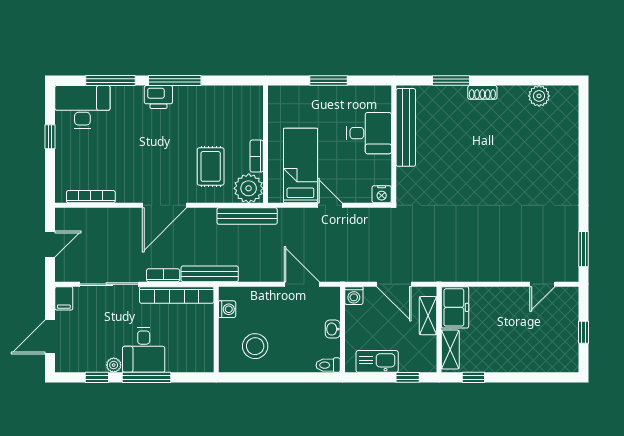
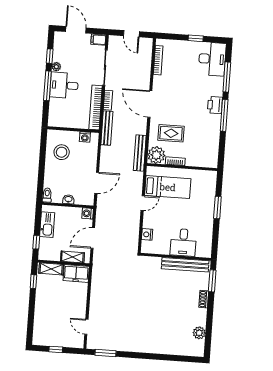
bench: (406, 127) -> (185, 265), moved
desk: (369, 133) -> (183, 242), moved
wall: (394, 144) -> (176, 257), moved

